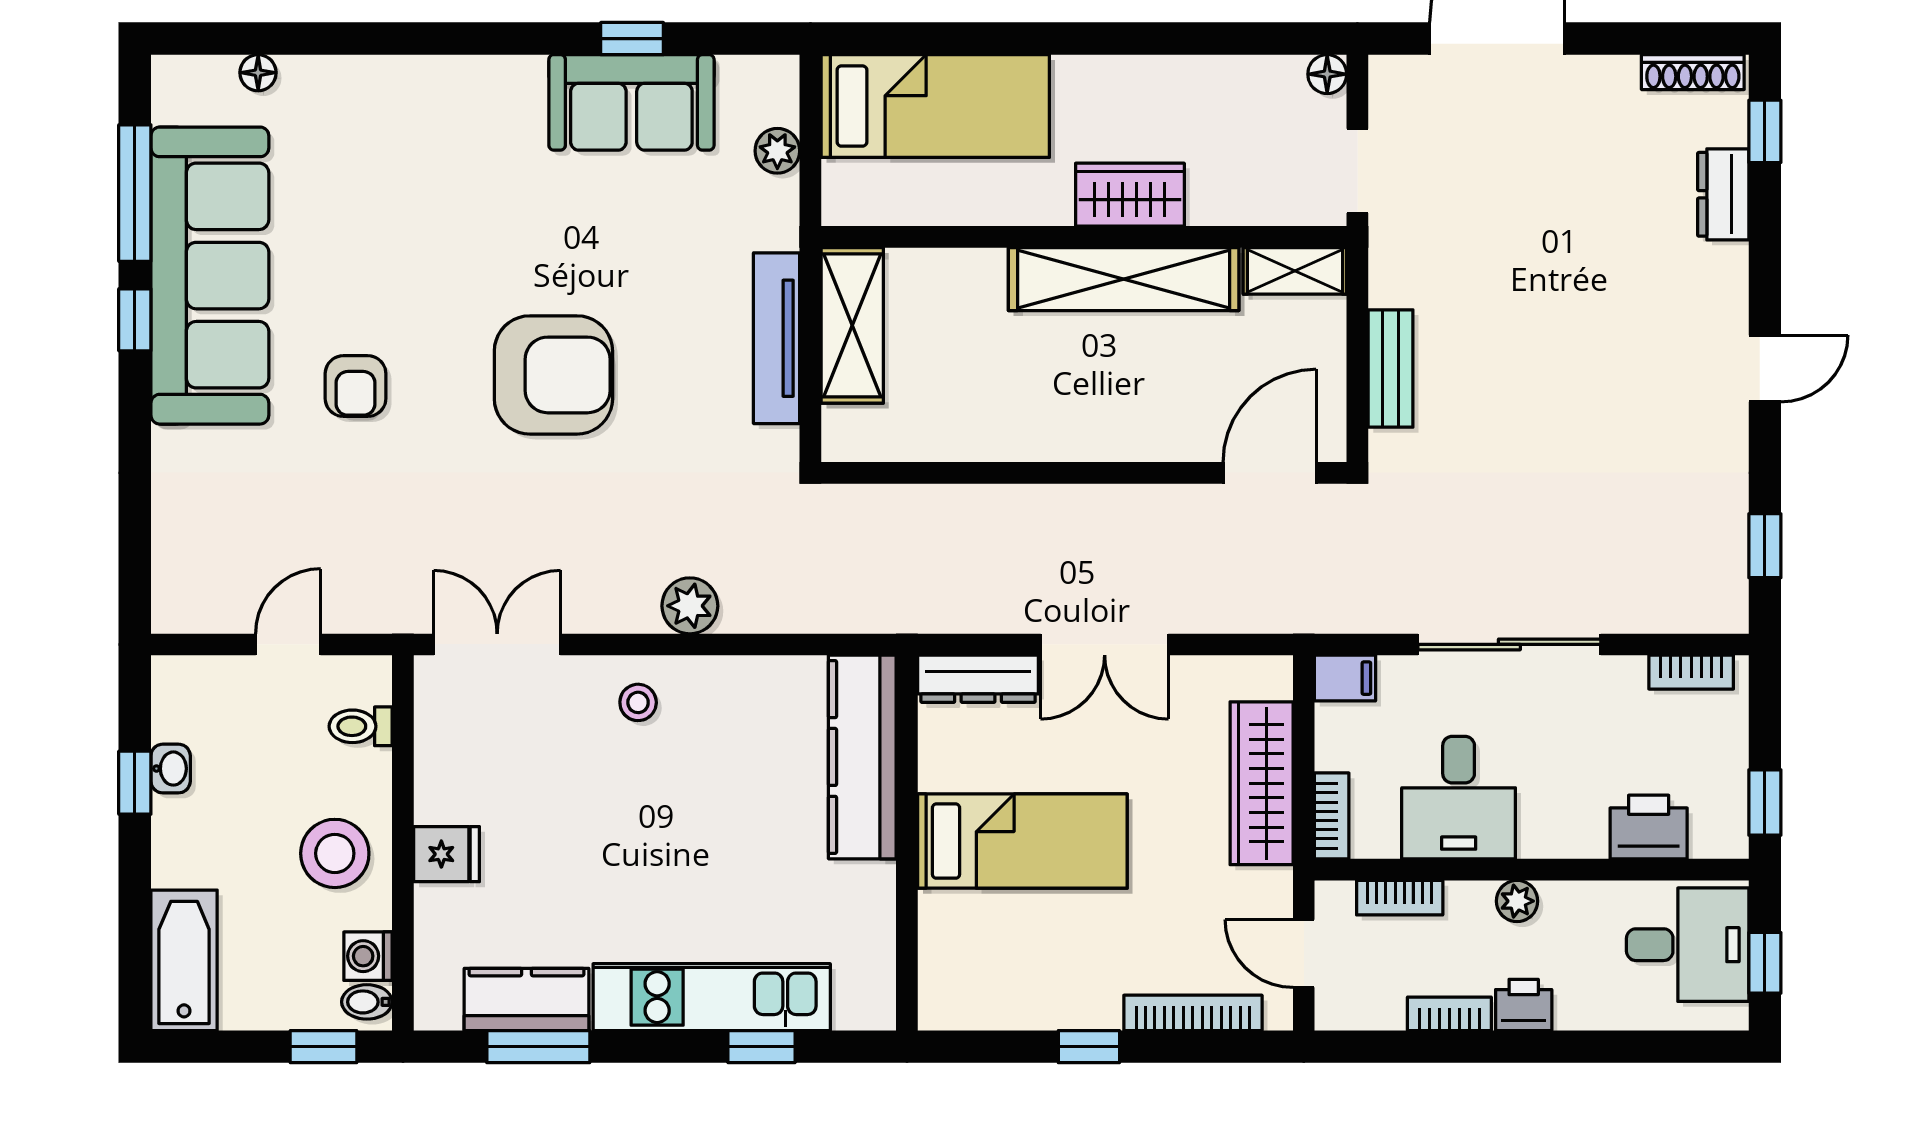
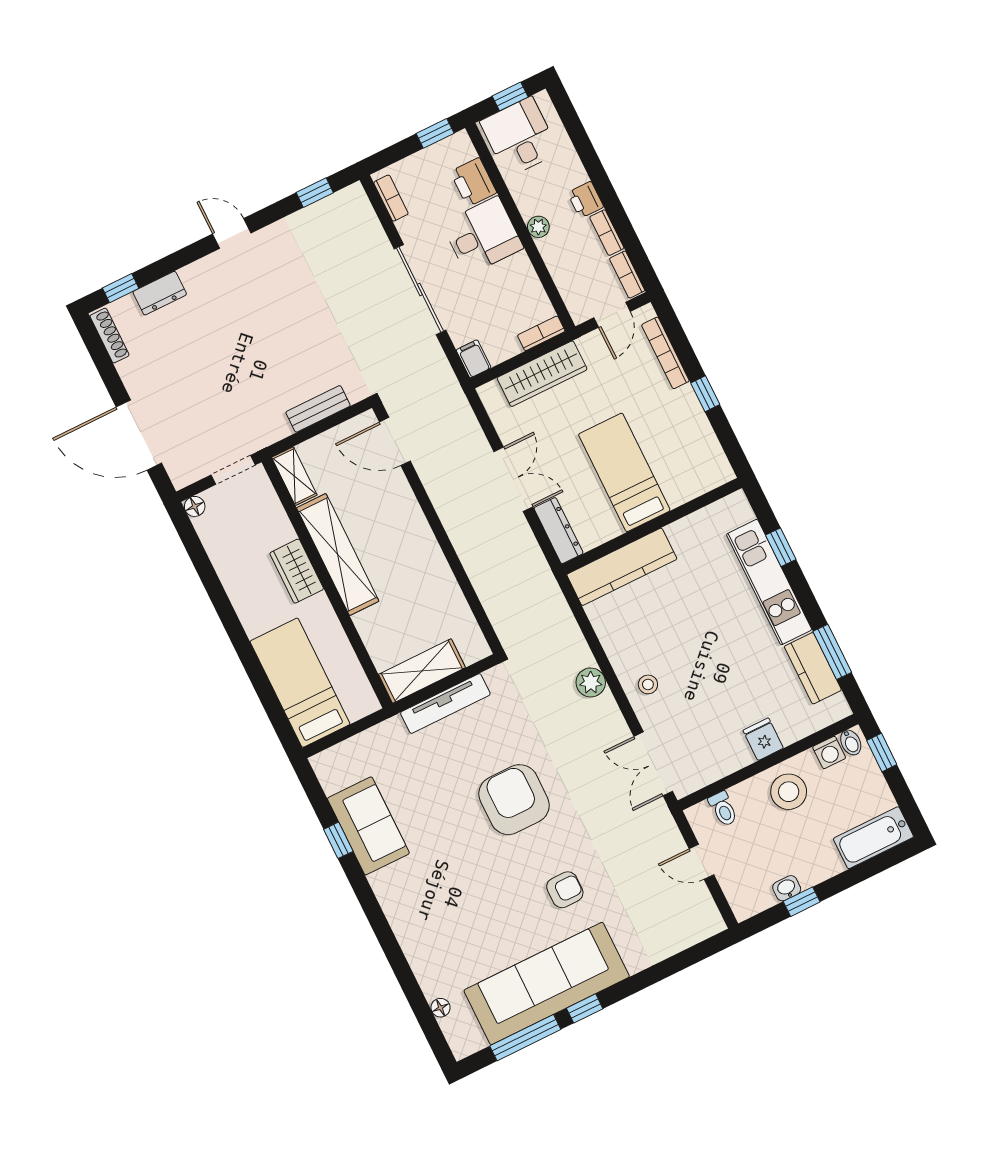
plant: (777, 151) -> (357, 746), removed
desk: (1459, 798) -> (483, 236), moved
bookcase: (1400, 898) -> (627, 275), moved, turned 180

